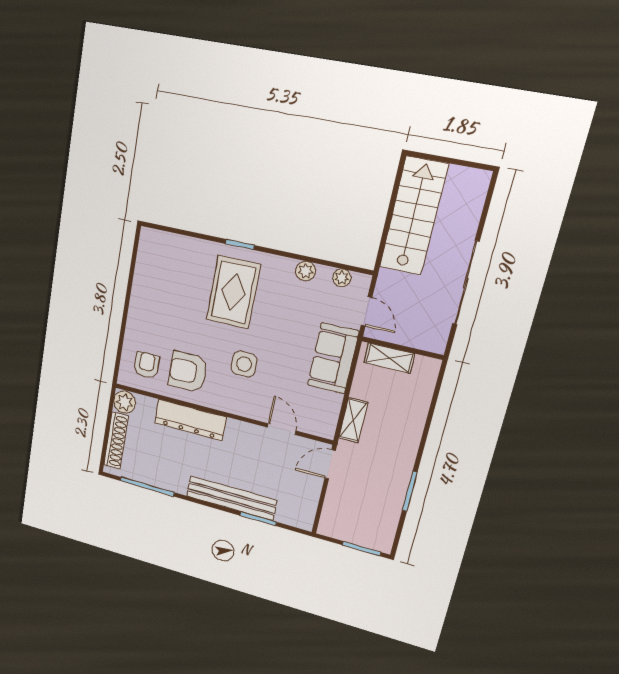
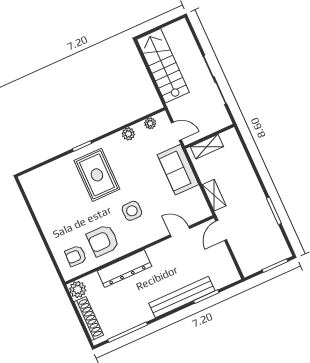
armchair: (147, 365) -> (76, 256), turned -88

